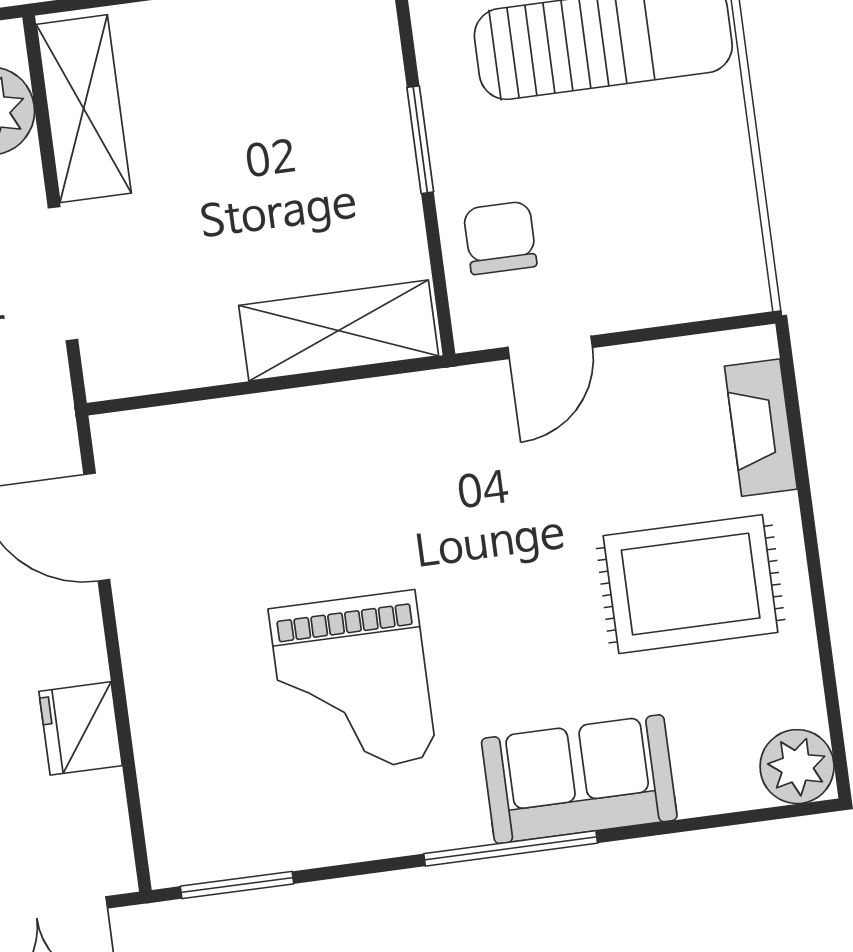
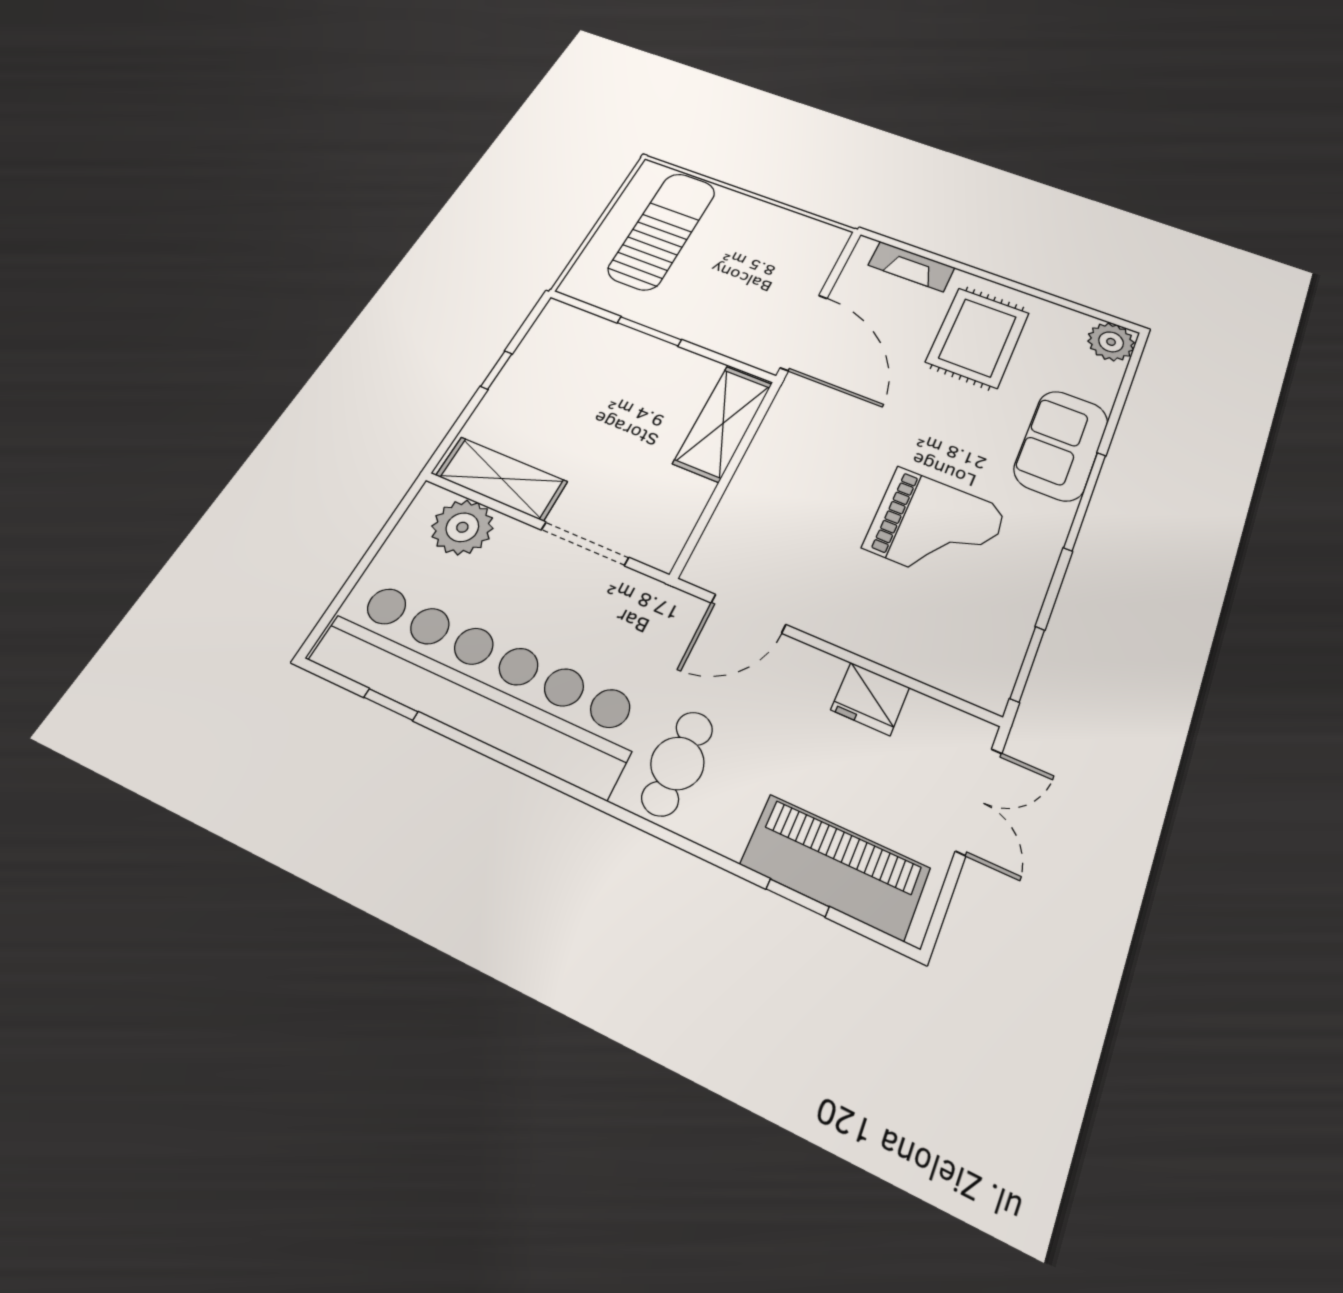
chair: (500, 238) -> (729, 324), removed
door: (550, 347) -> (804, 333), width x1.88

